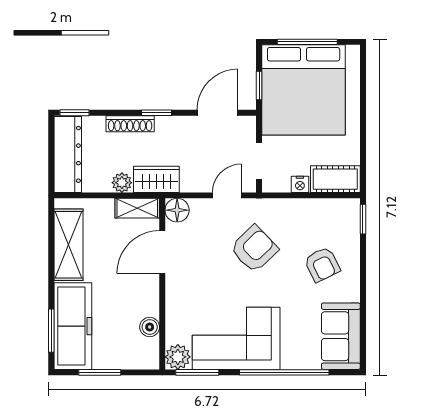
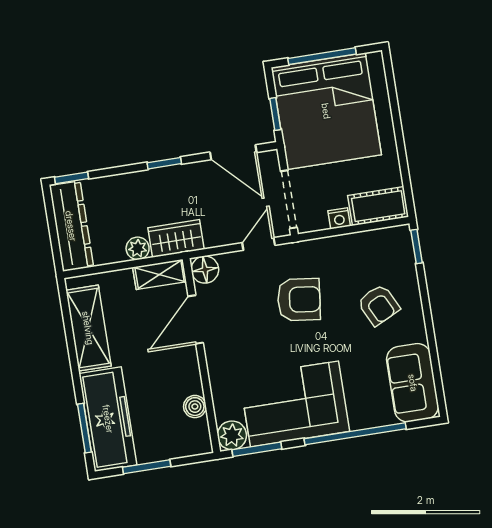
door: (218, 113) -> (233, 152), swing flipped
shoe rack: (130, 124) -> (136, 180), removed
doorway: (259, 161) -> (289, 199), width x1.38
armchair: (254, 249) -> (299, 300), turned 51

